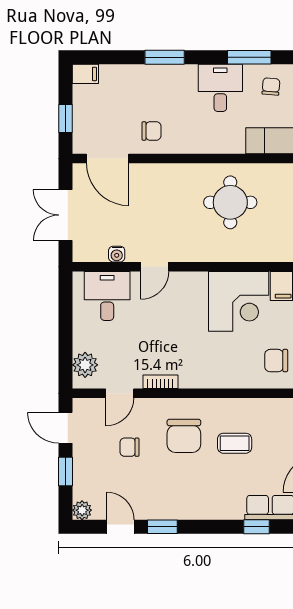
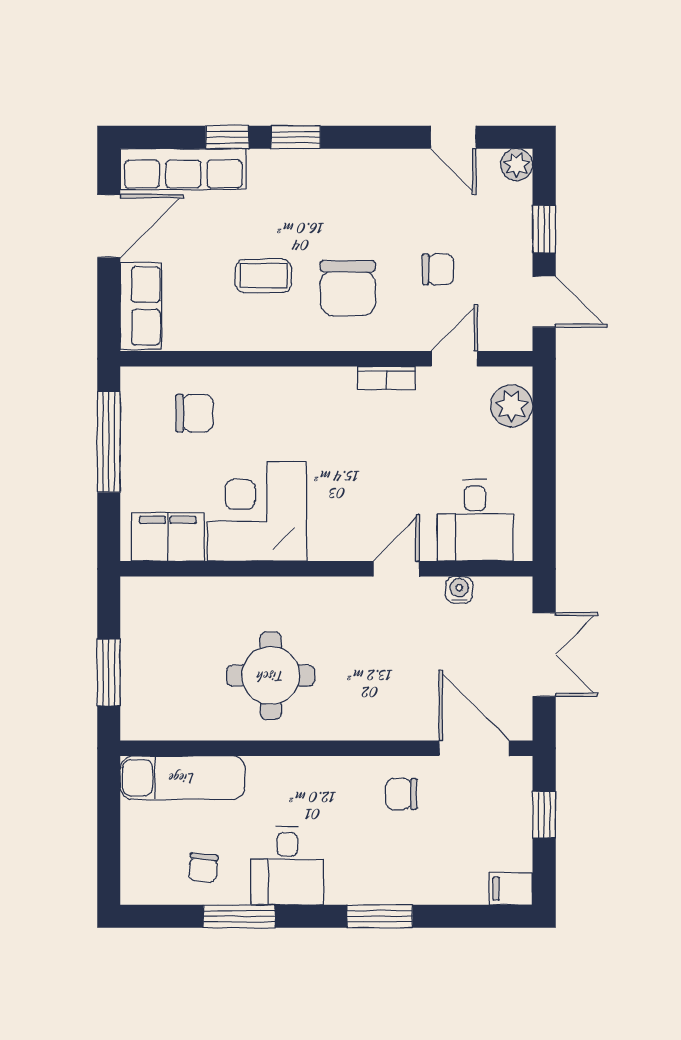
chair: (184, 436) -> (348, 288), turned 180
window: (162, 527) -> (296, 137), moved

